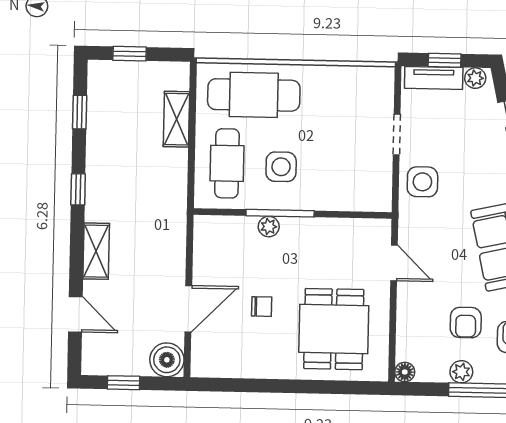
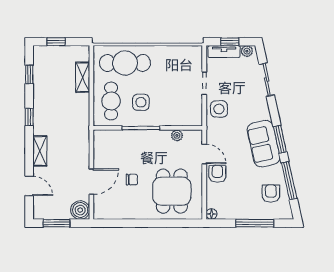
plant: (269, 227) -> (177, 135), moved
armchair: (466, 323) -> (217, 174), moved, turned 180
plant: (461, 372) -> (243, 213), removed
window: (124, 383) -> (56, 223), width x1.50

